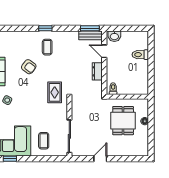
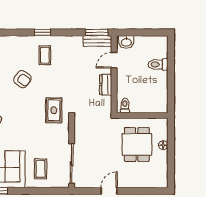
door: (104, 51) -> (114, 60), hinge flipped

